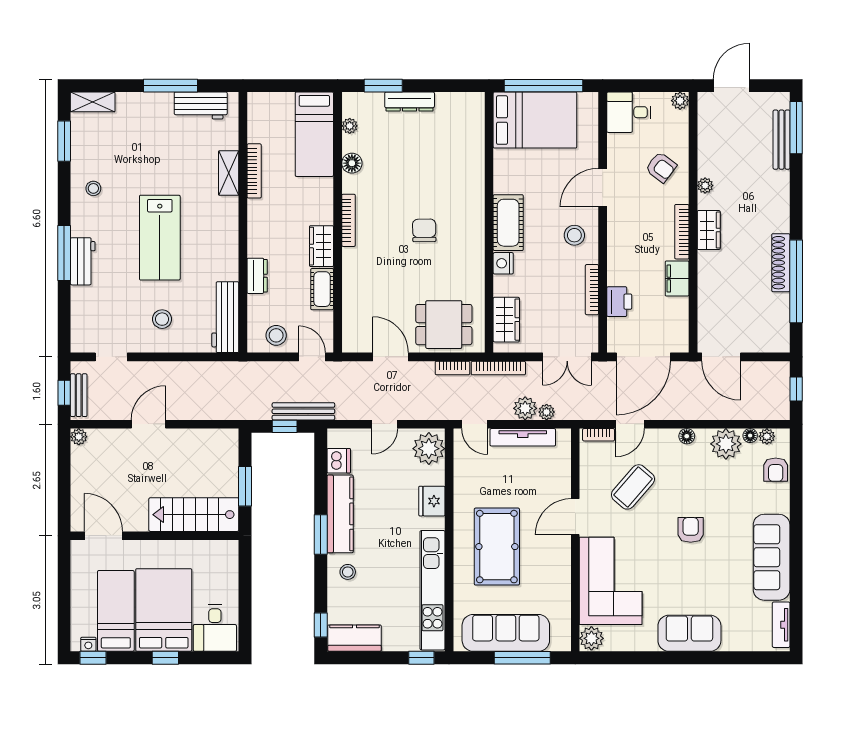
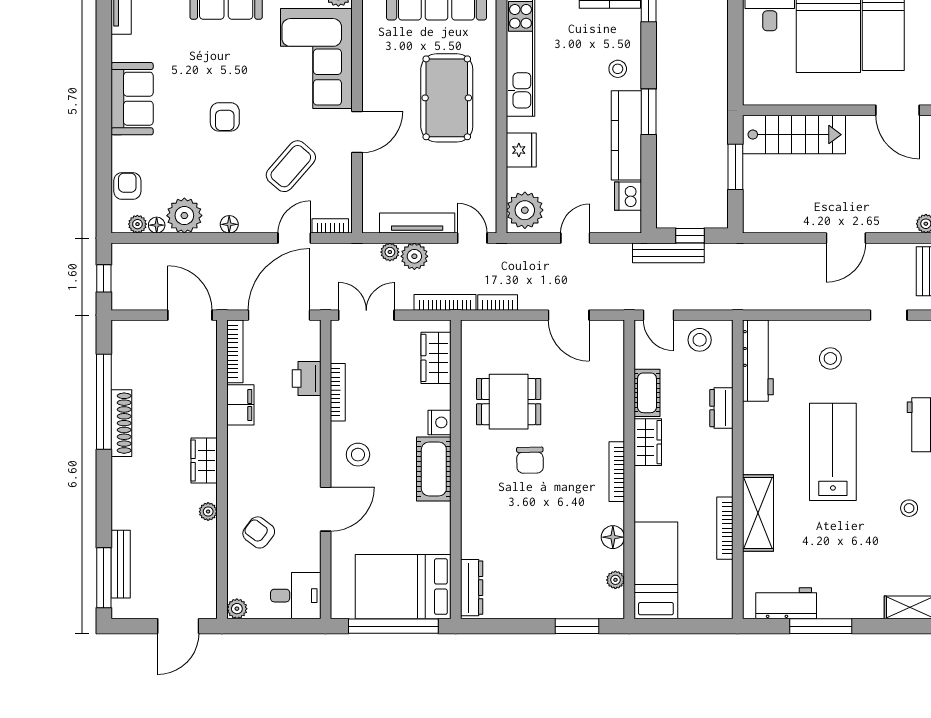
dresser: (410, 102) -> (472, 588), moved, turned 90
shelving: (229, 173) -> (758, 513), width x1.50, depth x1.33
bookcase: (682, 232) -> (235, 351), moved
dining table: (444, 325) -> (509, 402), moved
sofa: (772, 557) -> (132, 99), width x0.73

